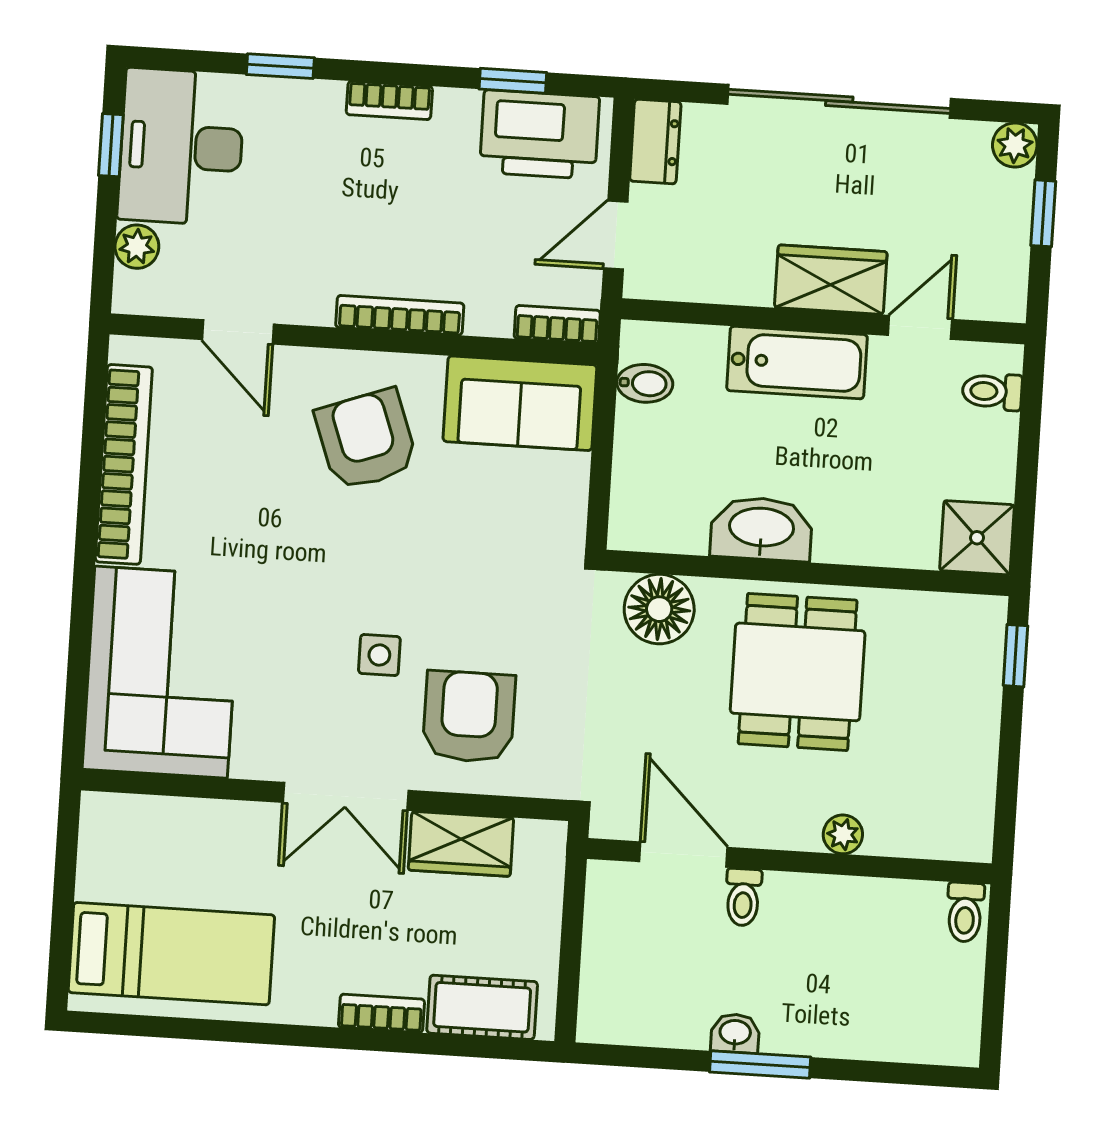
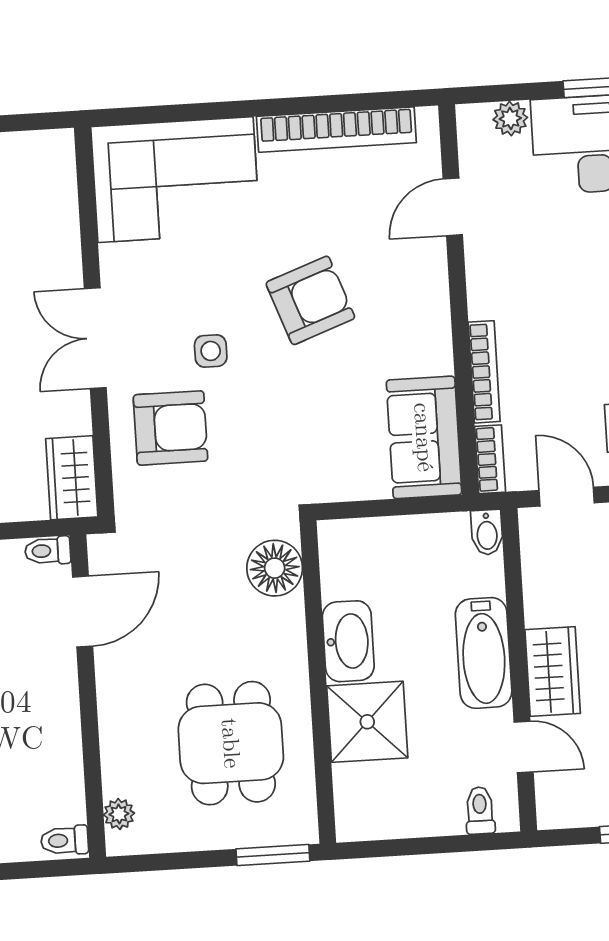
bookcase: (400, 315) -> (484, 372), moved
bidet: (645, 383) -> (487, 532), moved
armchair: (366, 440) -> (310, 300), moved
shower: (977, 538) -> (367, 722), moved, width x1.36, depth x1.36
window: (1015, 656) -> (273, 855), width x1.50
dining table: (798, 672) -> (231, 743), moved, turned 90
plant: (843, 834) -> (119, 814), moved
wardrobe: (461, 844) -> (72, 478), moved
toilet: (743, 897) -> (48, 551), moved

